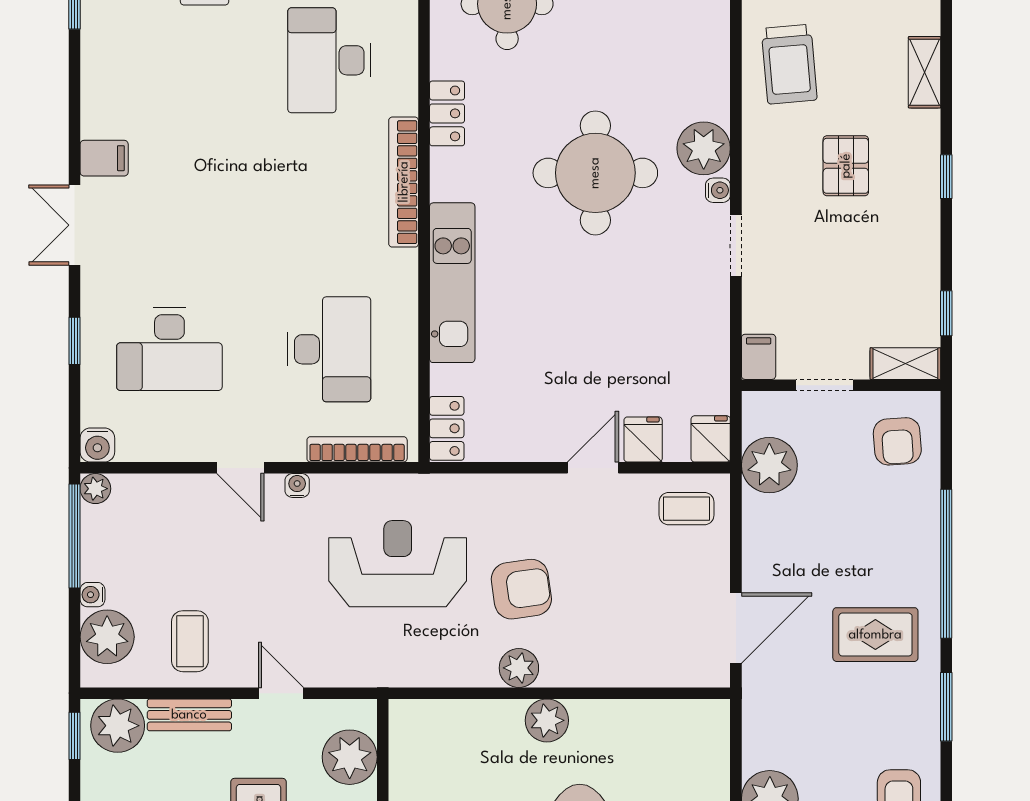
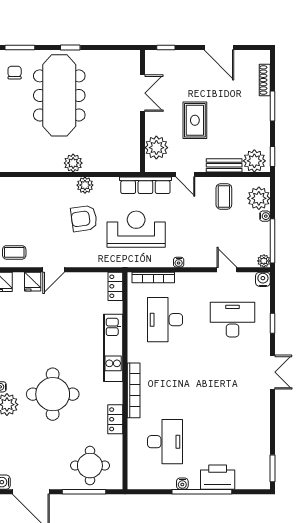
filing cabinet: (104, 158) -> (260, 400), removed
door: (240, 468) -> (227, 270), moved
reception desk: (398, 564) -> (136, 229), turned 180
row of seats: (376, 668) -> (145, 185), added

